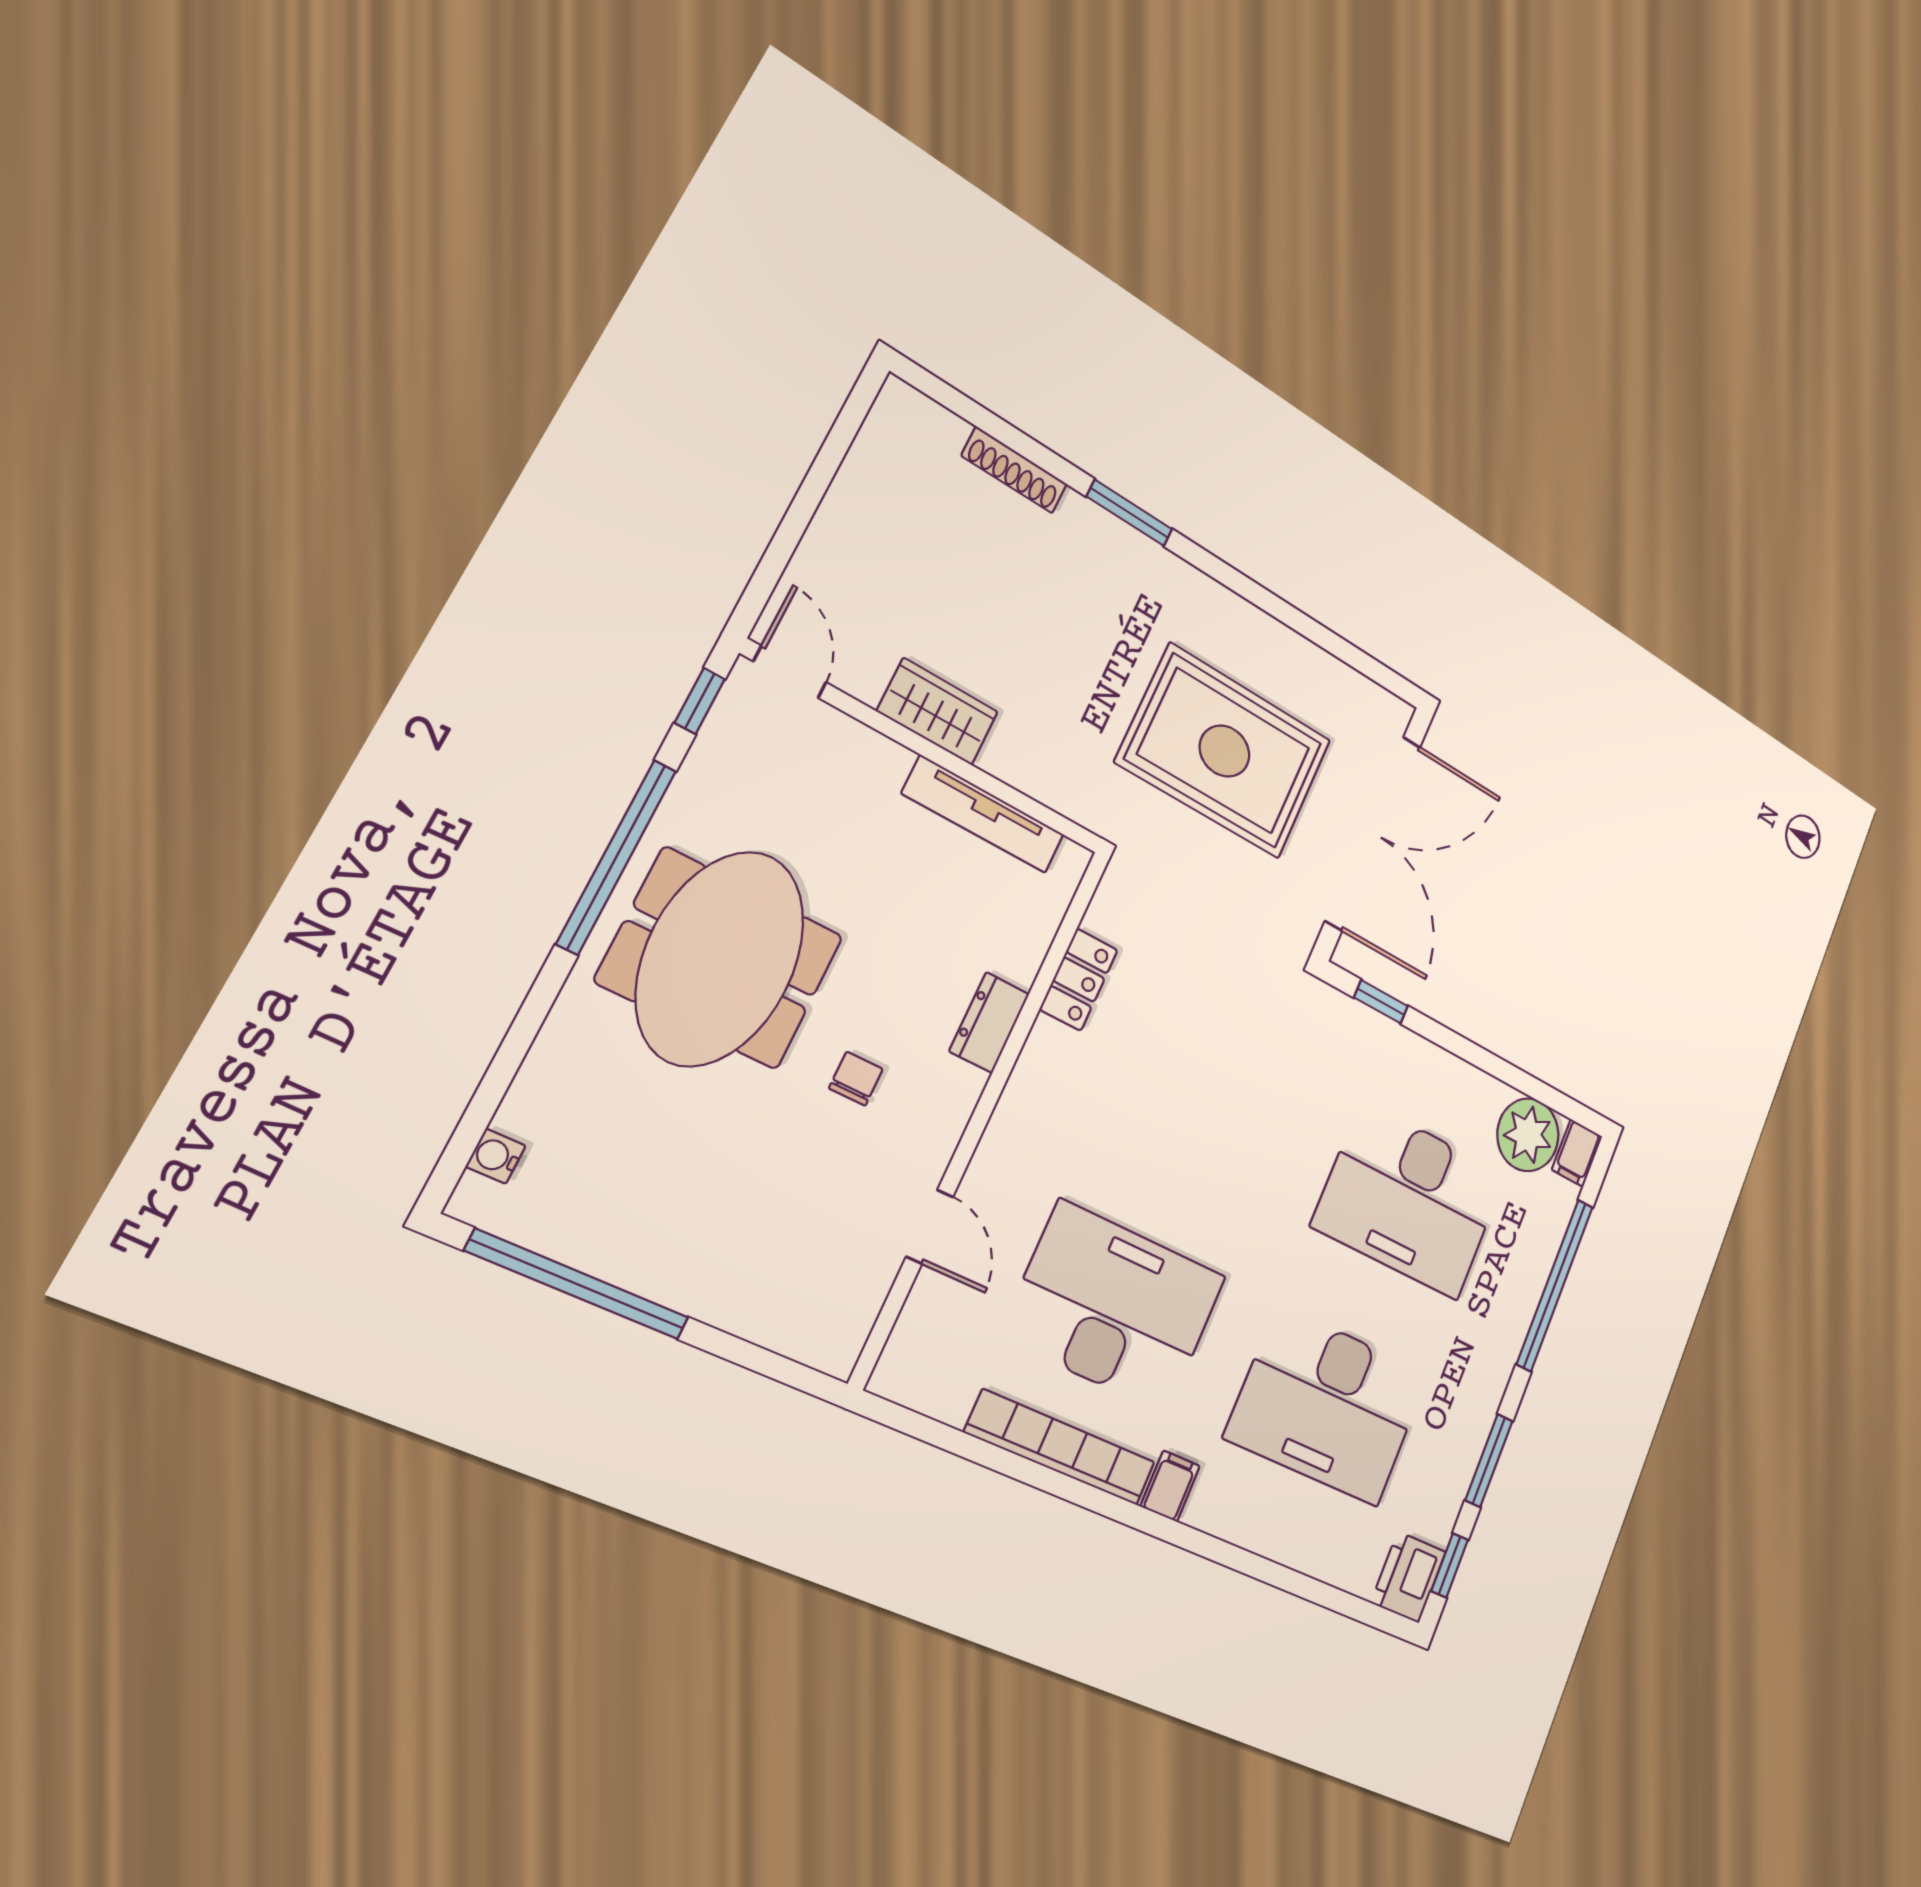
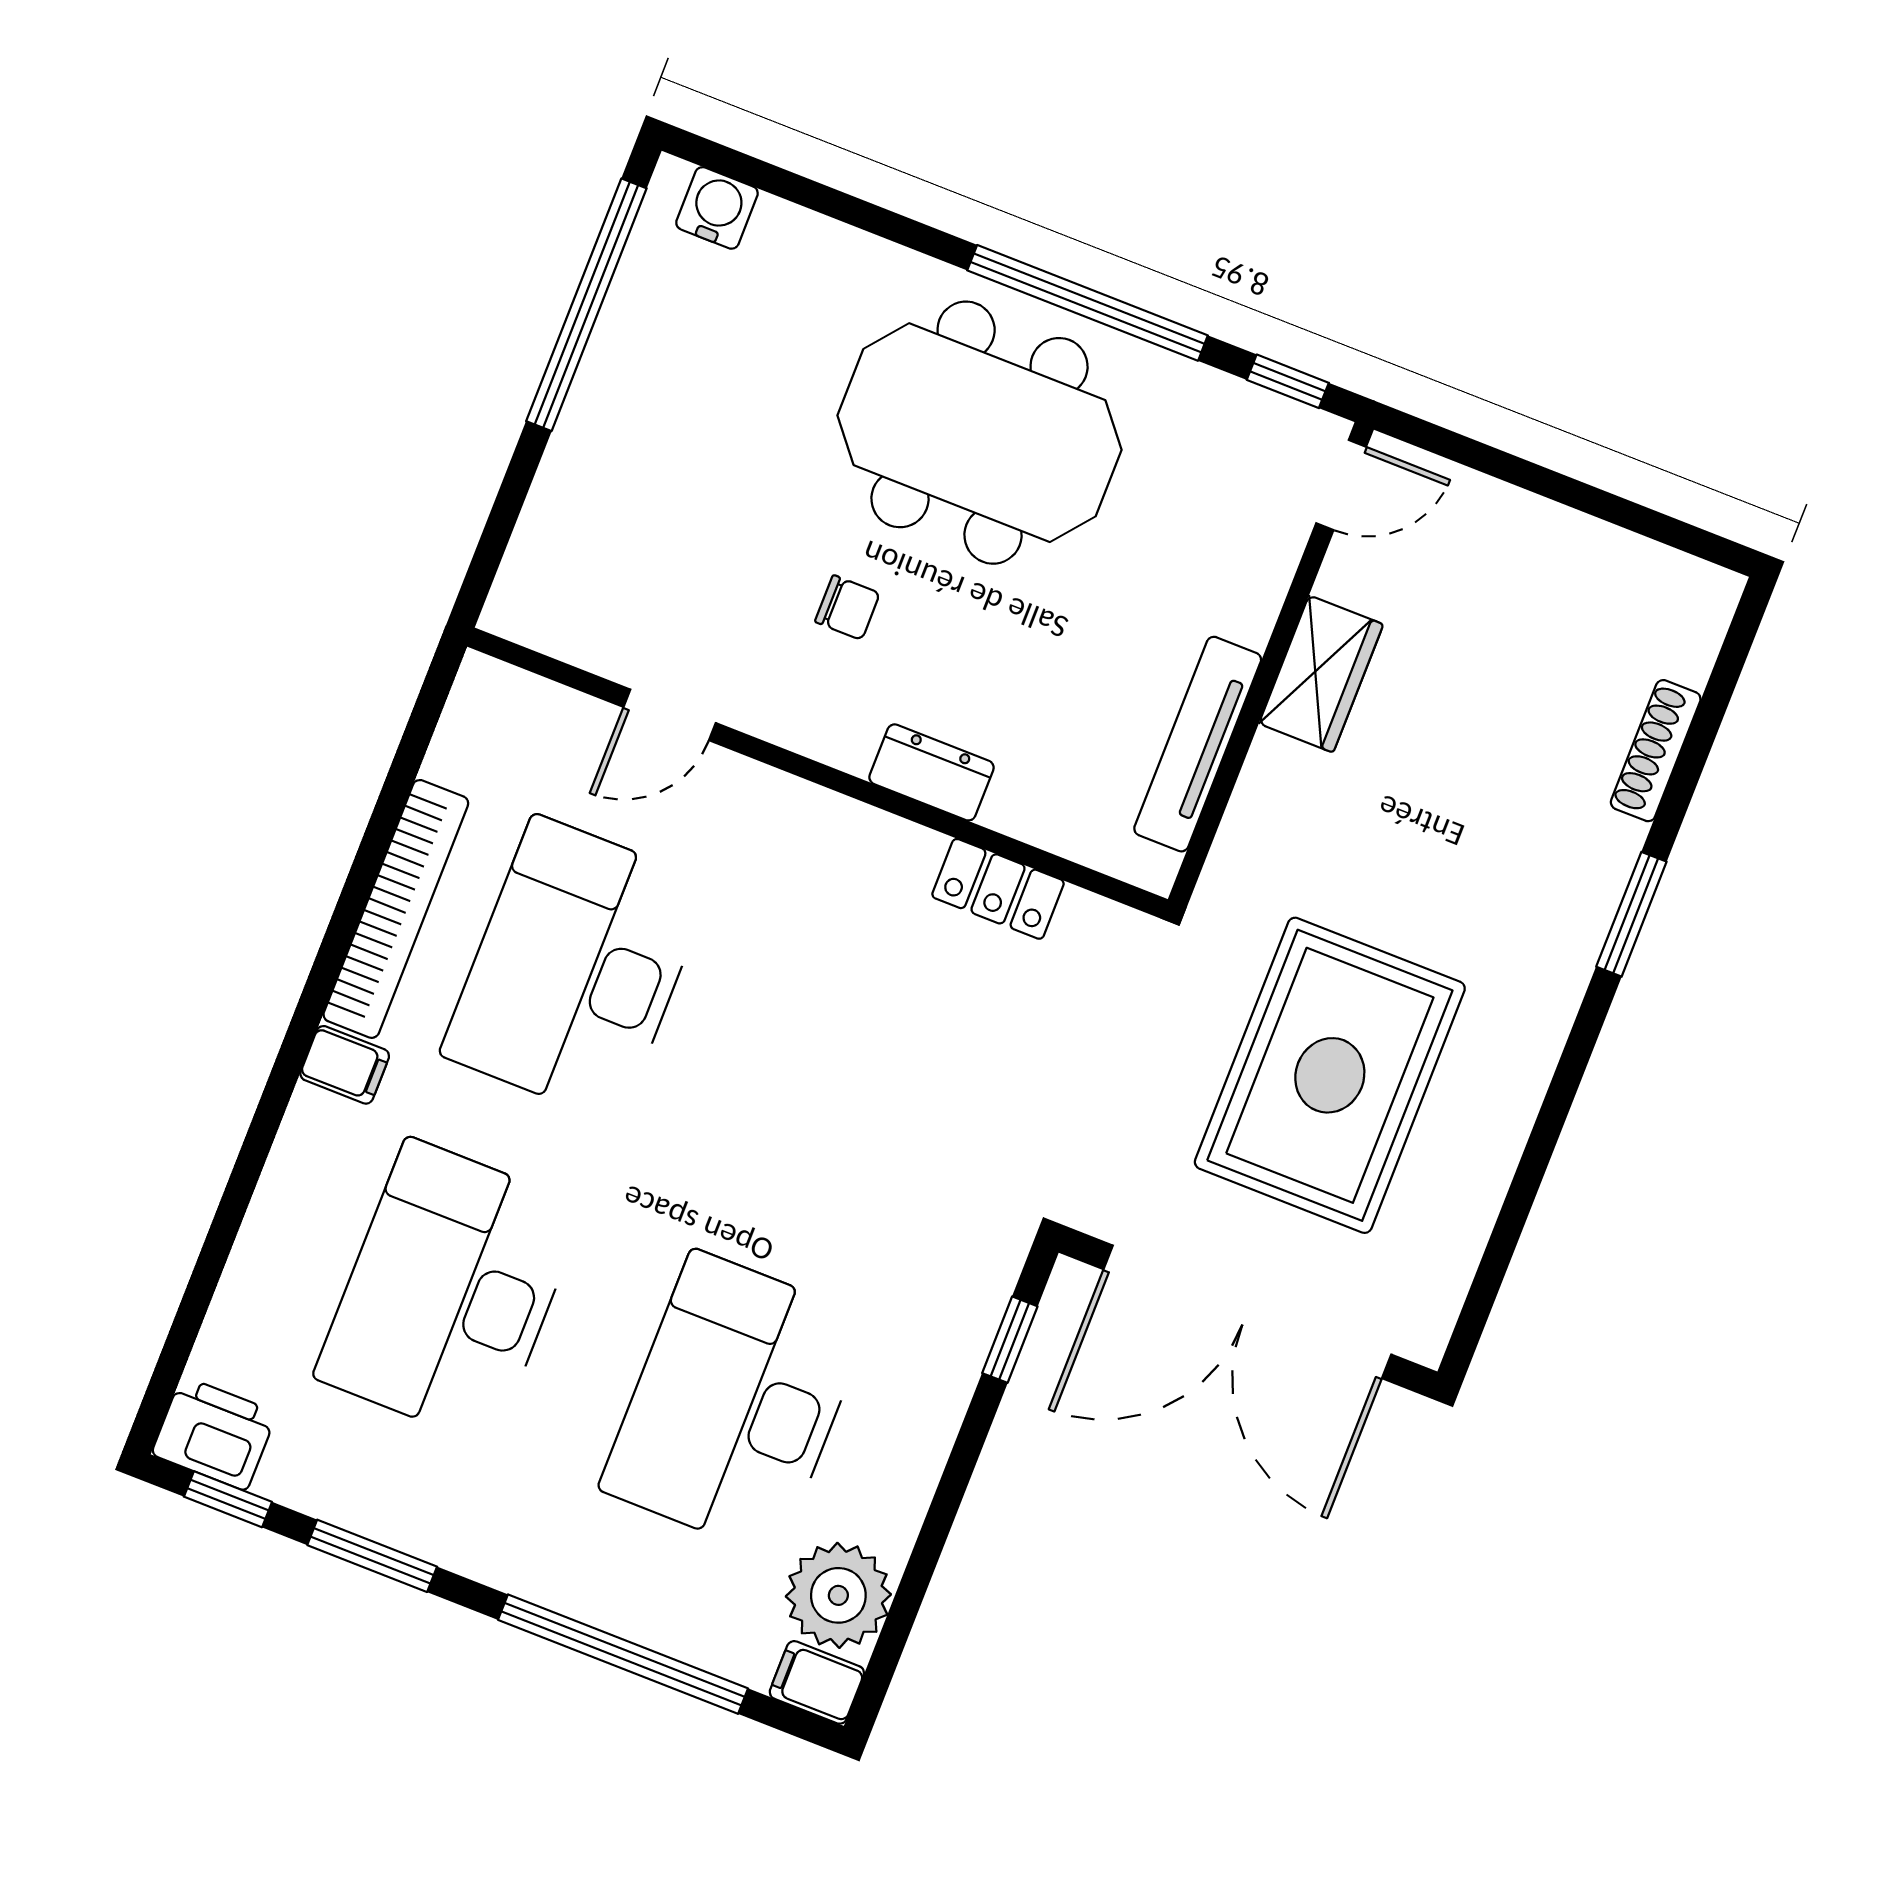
water cooler: (496, 1156) -> (717, 208), width x1.38, depth x1.38
desk: (1114, 1307) -> (576, 969), turned 180

